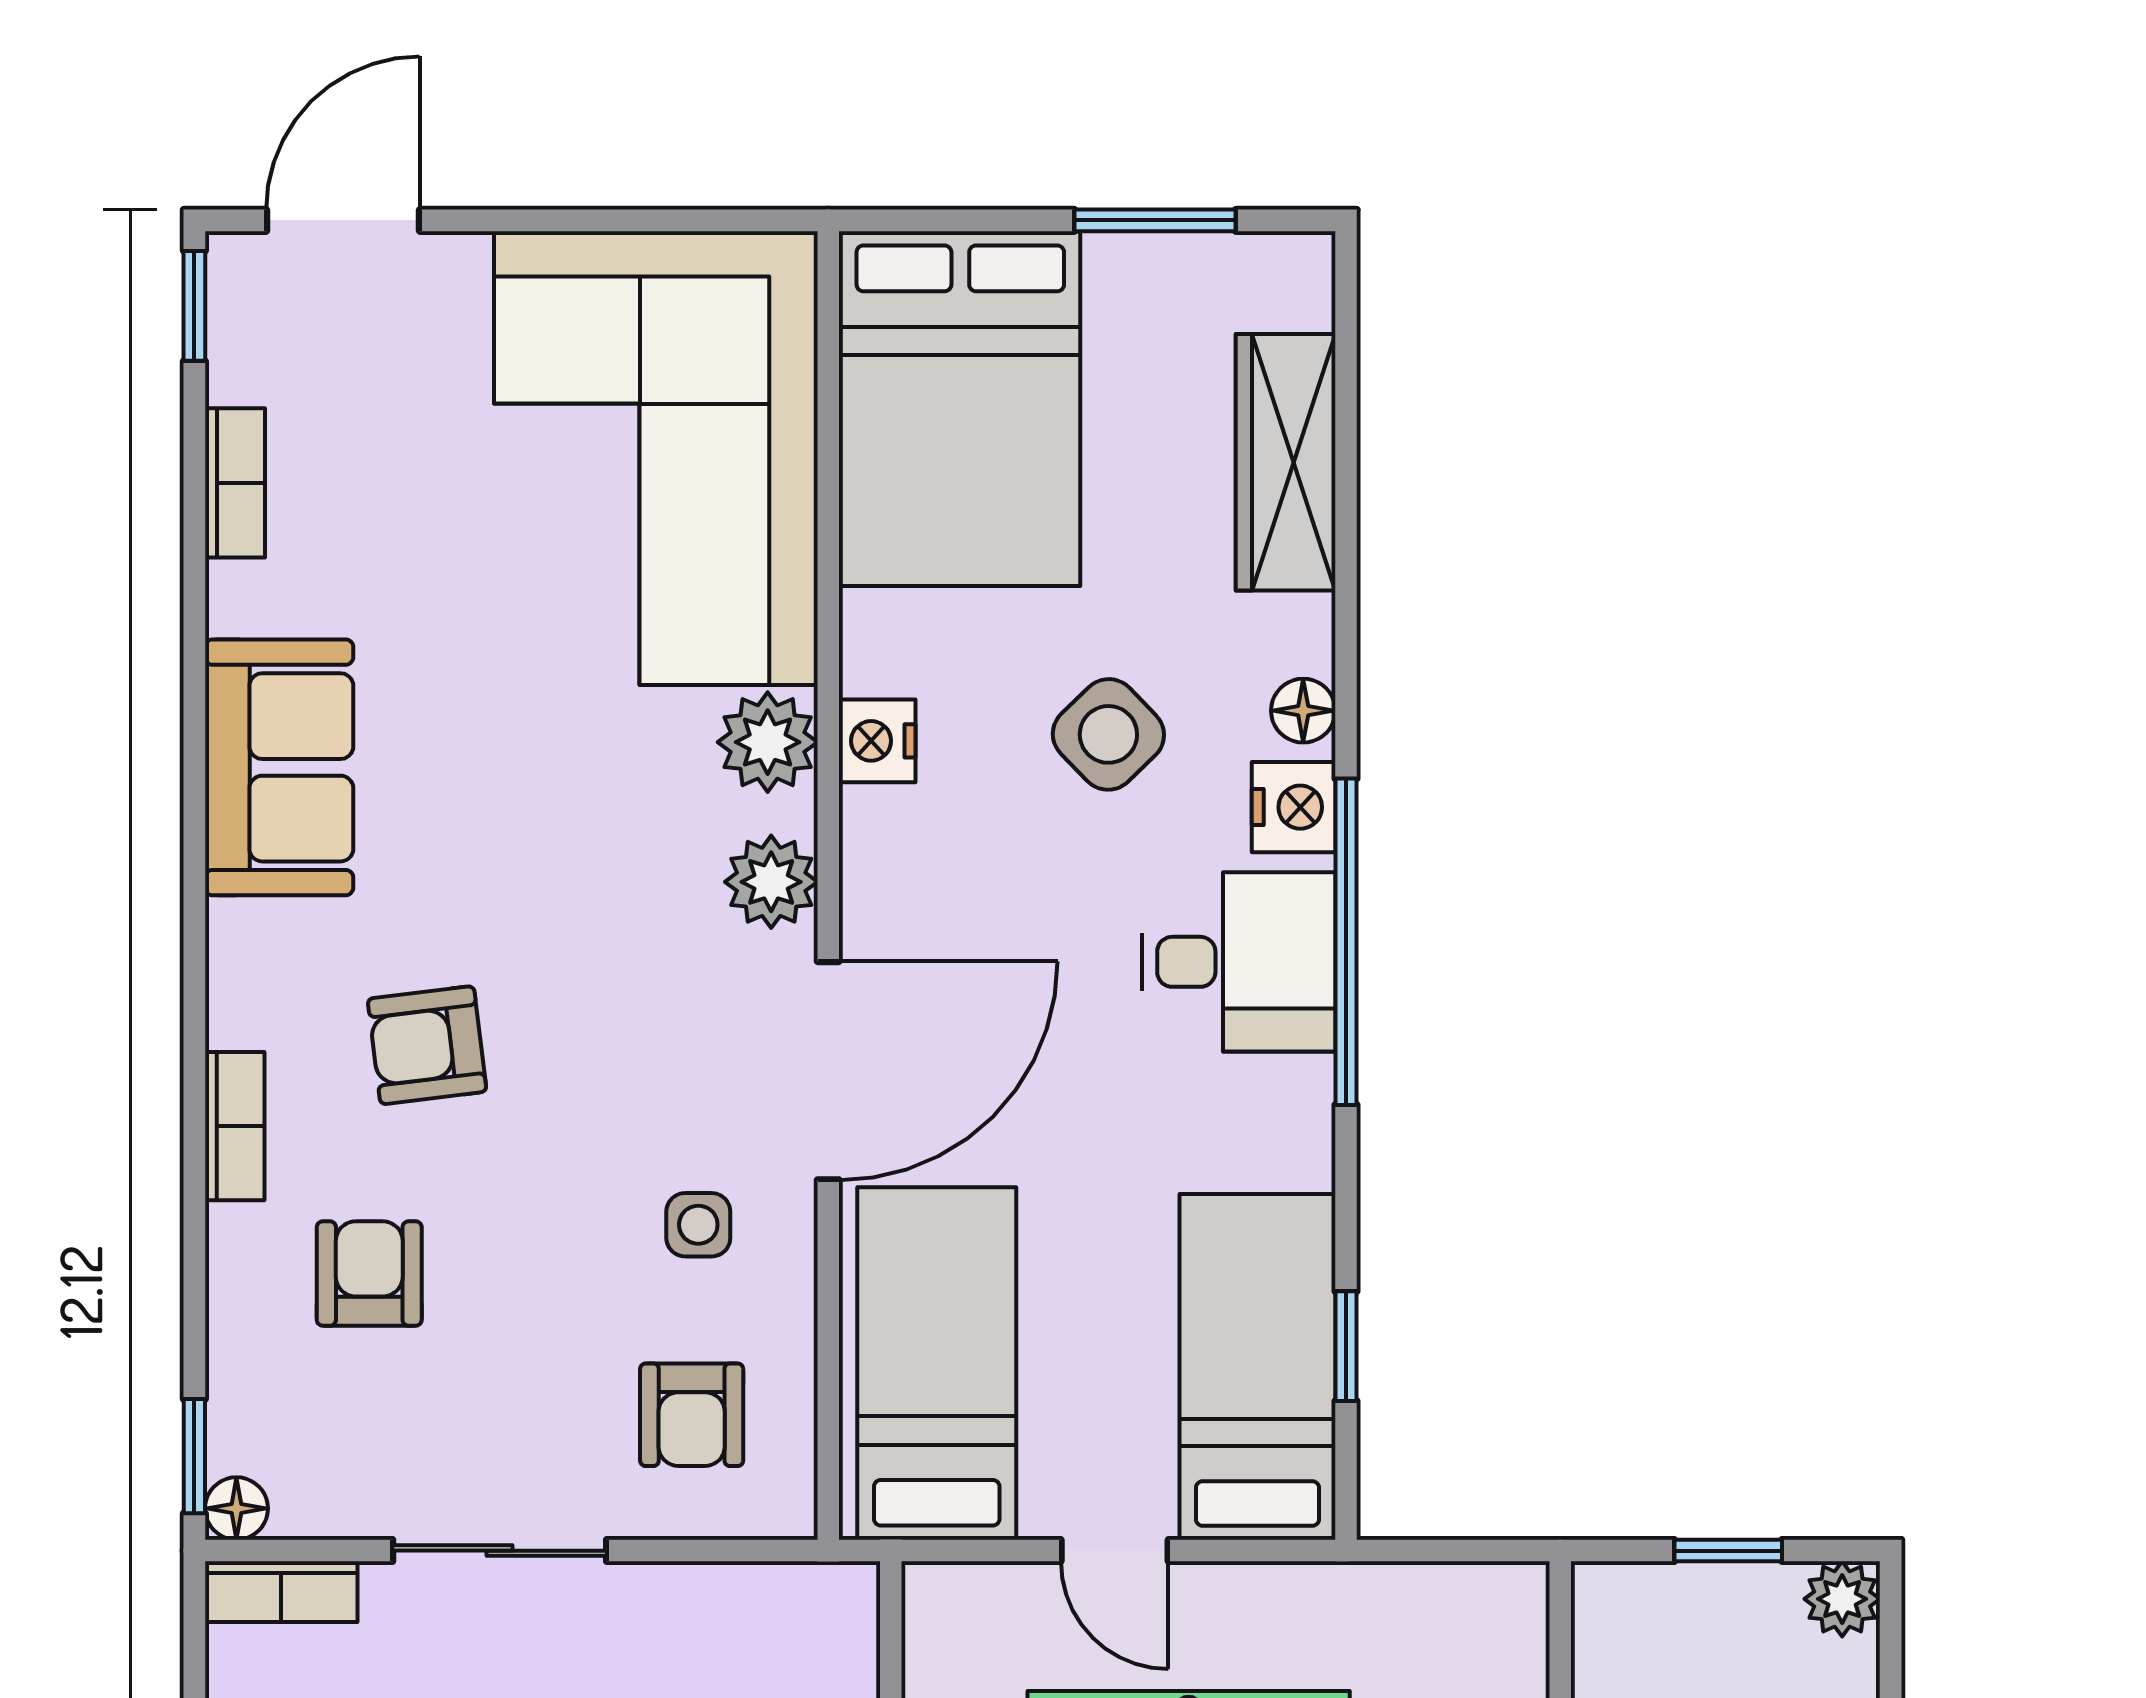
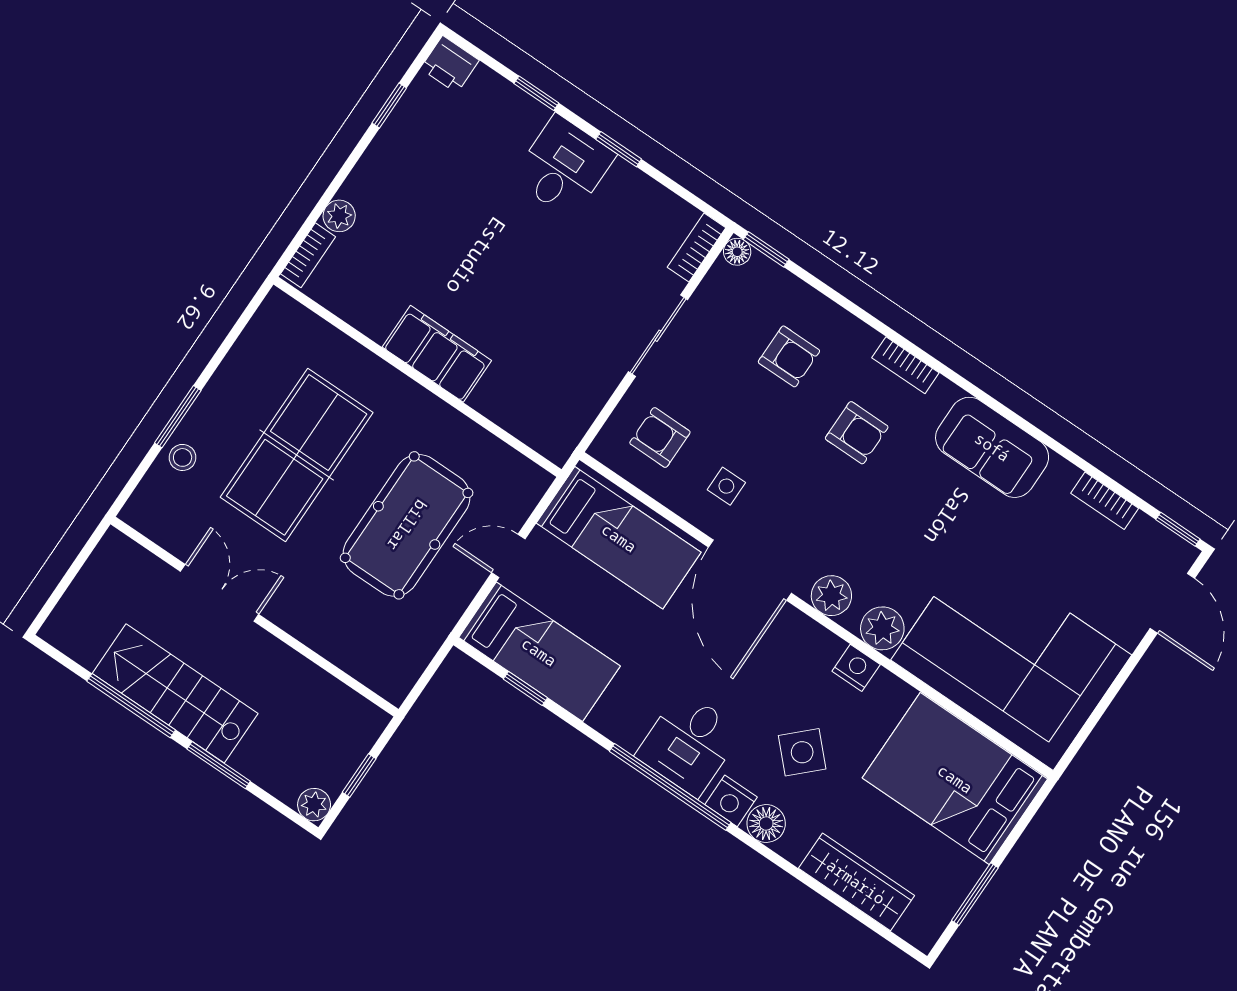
floor lamp: (1303, 711) -> (766, 824), width x1.37, depth x1.37
armchair: (427, 1045) -> (857, 433), turned 97
bookcase: (235, 1126) -> (905, 365), moved

